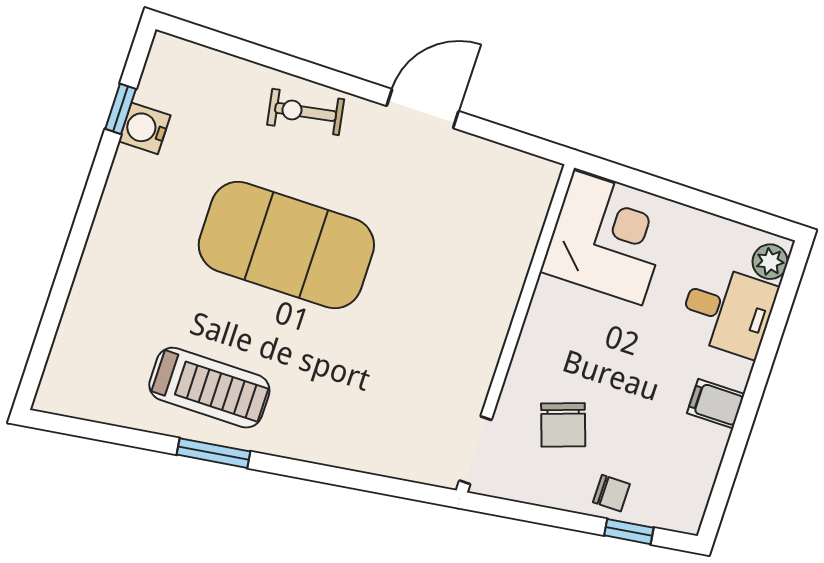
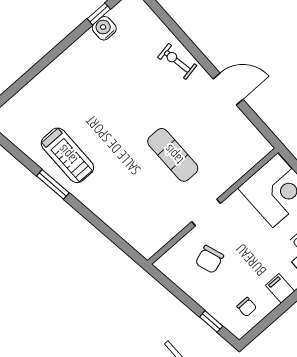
exercise mat: (286, 245) -> (173, 155), moved, width x0.50, depth x0.69
doorway: (475, 450) -> (206, 212), moved
chair: (611, 493) -> (247, 307), moved

